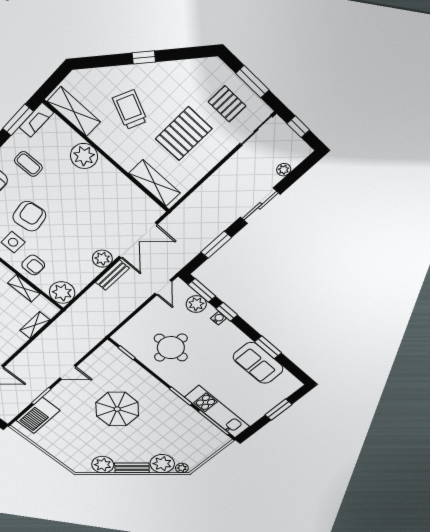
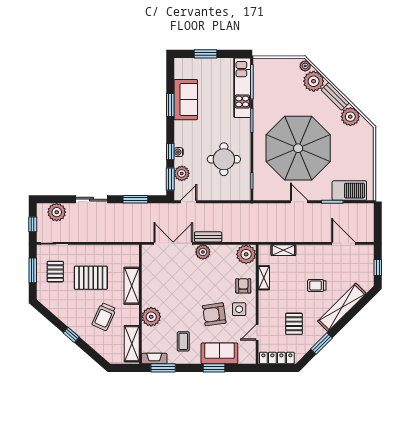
plant: (284, 170) -> (57, 212), width x1.87, depth x1.87
shelving: (155, 183) -> (132, 286), moved
parasol: (117, 409) -> (298, 148), width x1.86, depth x1.86

